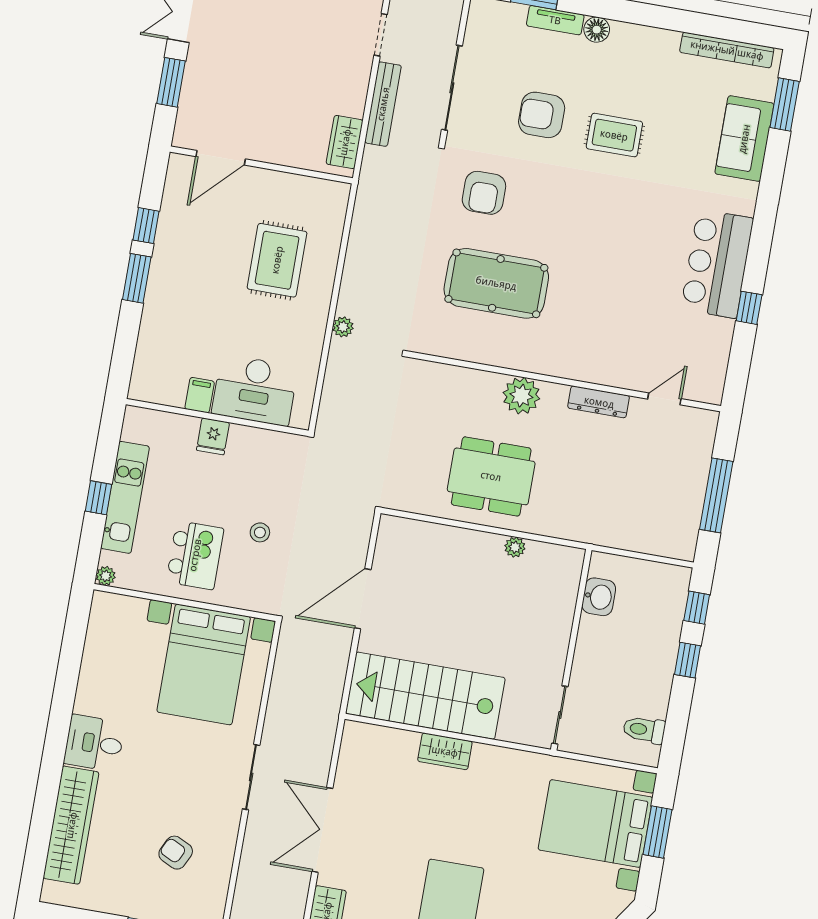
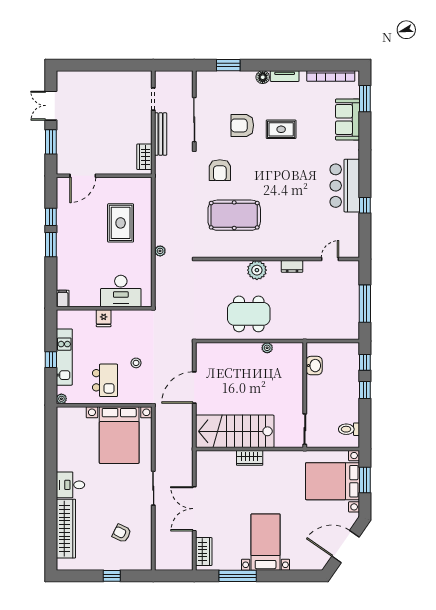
tv unit: (555, 20) -> (285, 76), moved
filing cabinet: (200, 395) -> (63, 298), moved
dresser: (599, 402) -> (292, 266), width x0.70

